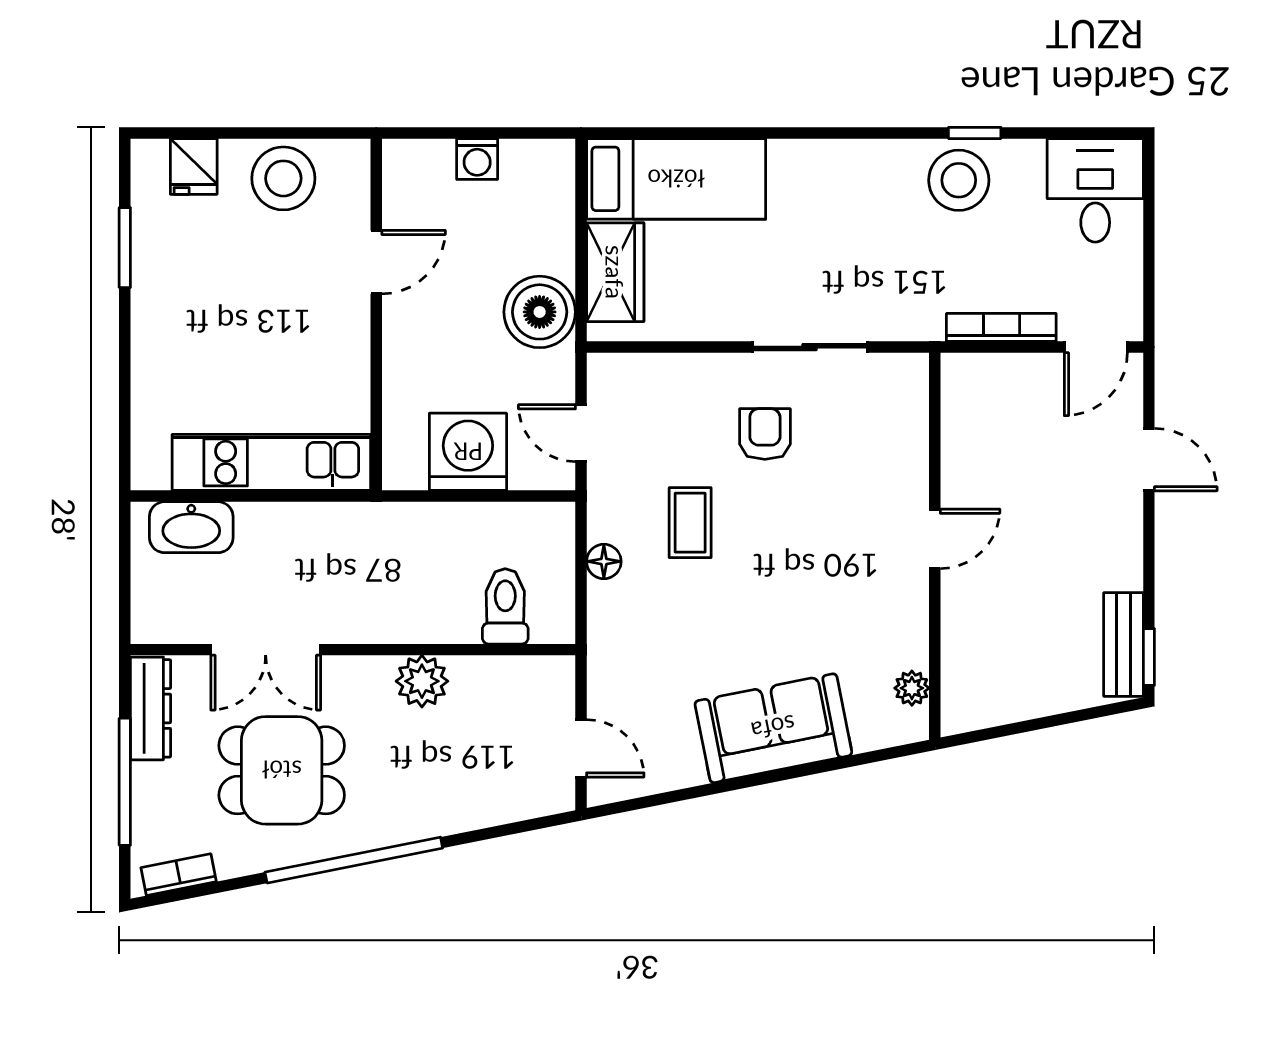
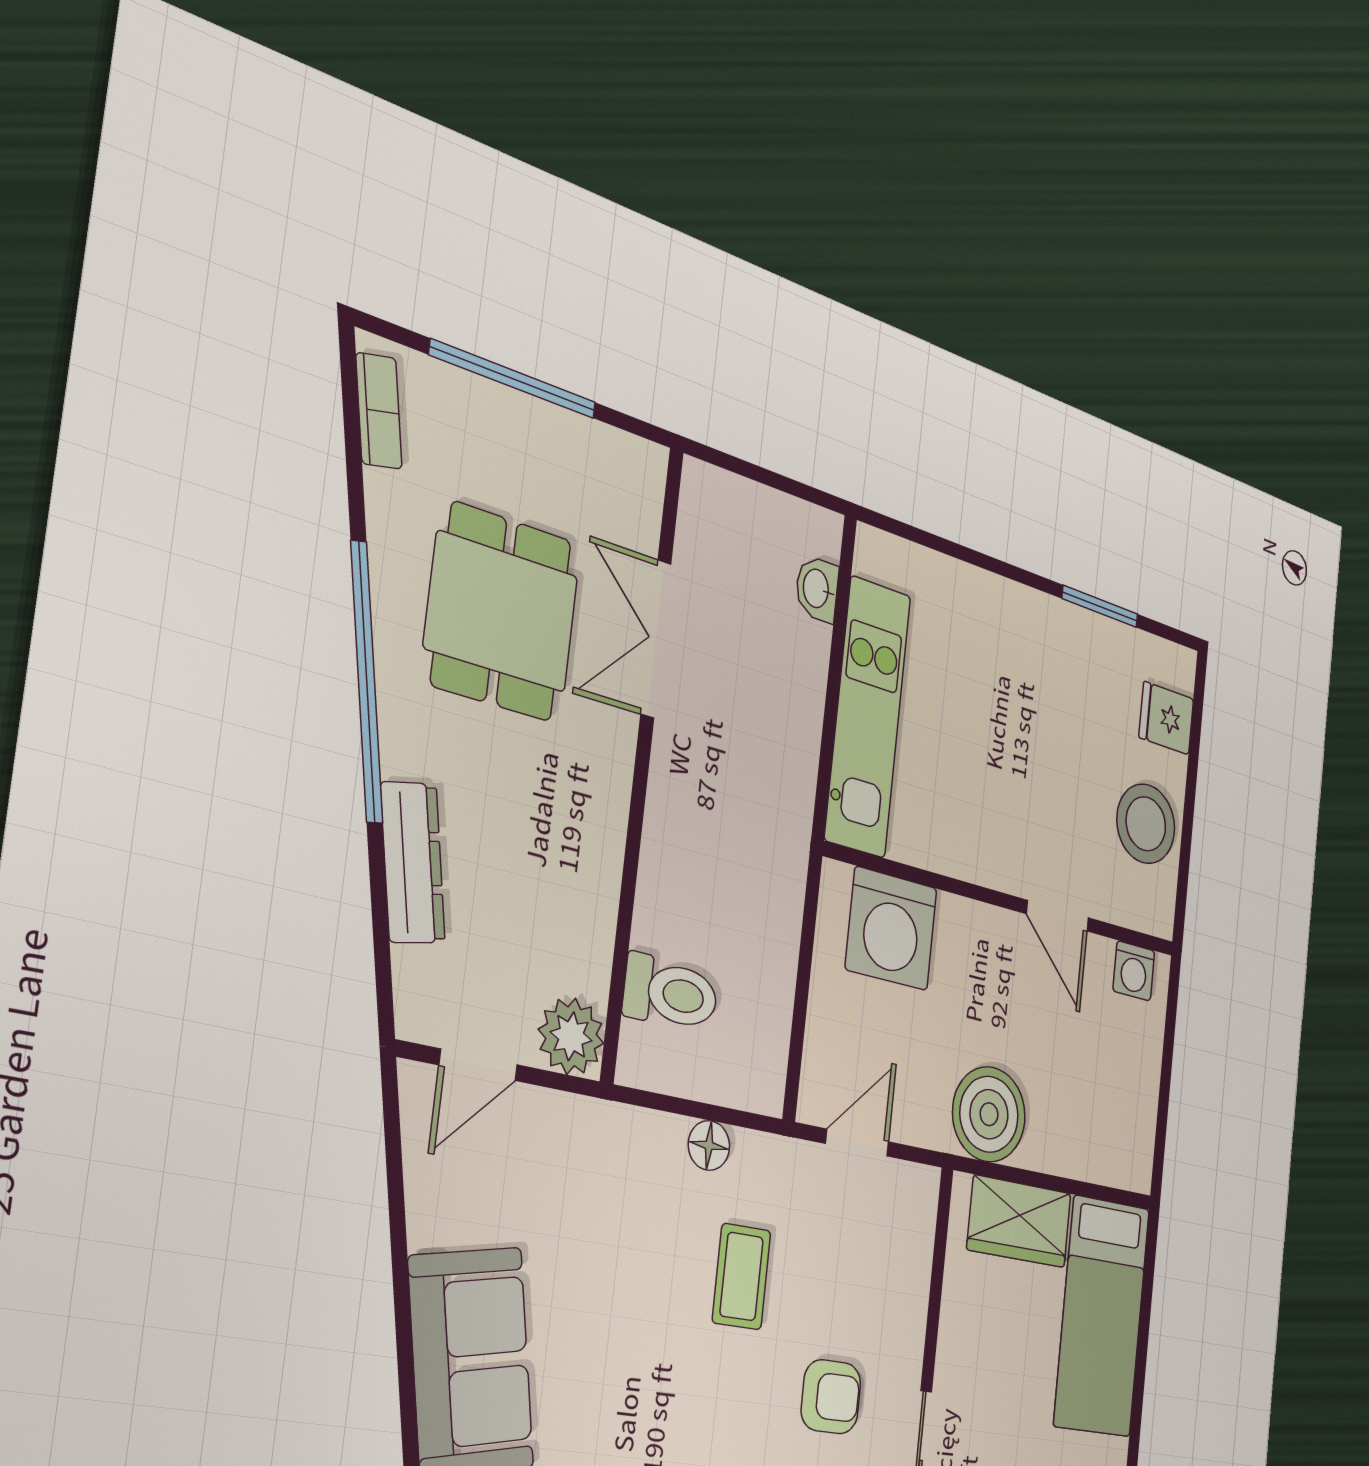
washing machine: (477, 159) -> (1134, 971), moved, turned -90
washing machine: (468, 452) -> (891, 929), moved, turned 90
coffee table: (690, 523) -> (741, 1277), turned 90
washbasin: (191, 527) -> (817, 589), width x0.52, depth x0.69
plant: (422, 681) -> (571, 1036), moved
dresser: (151, 708) -> (413, 863), moved, turned -101

